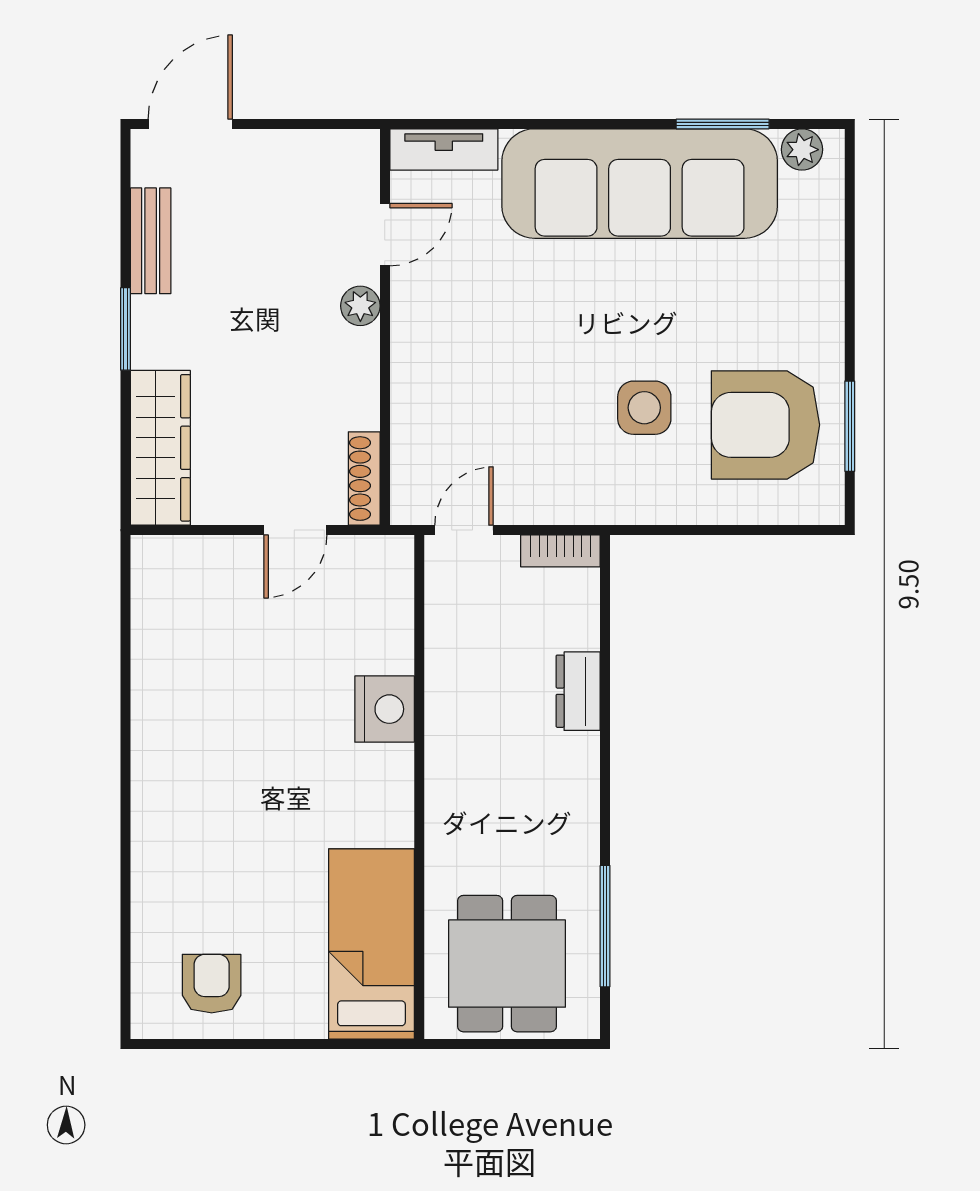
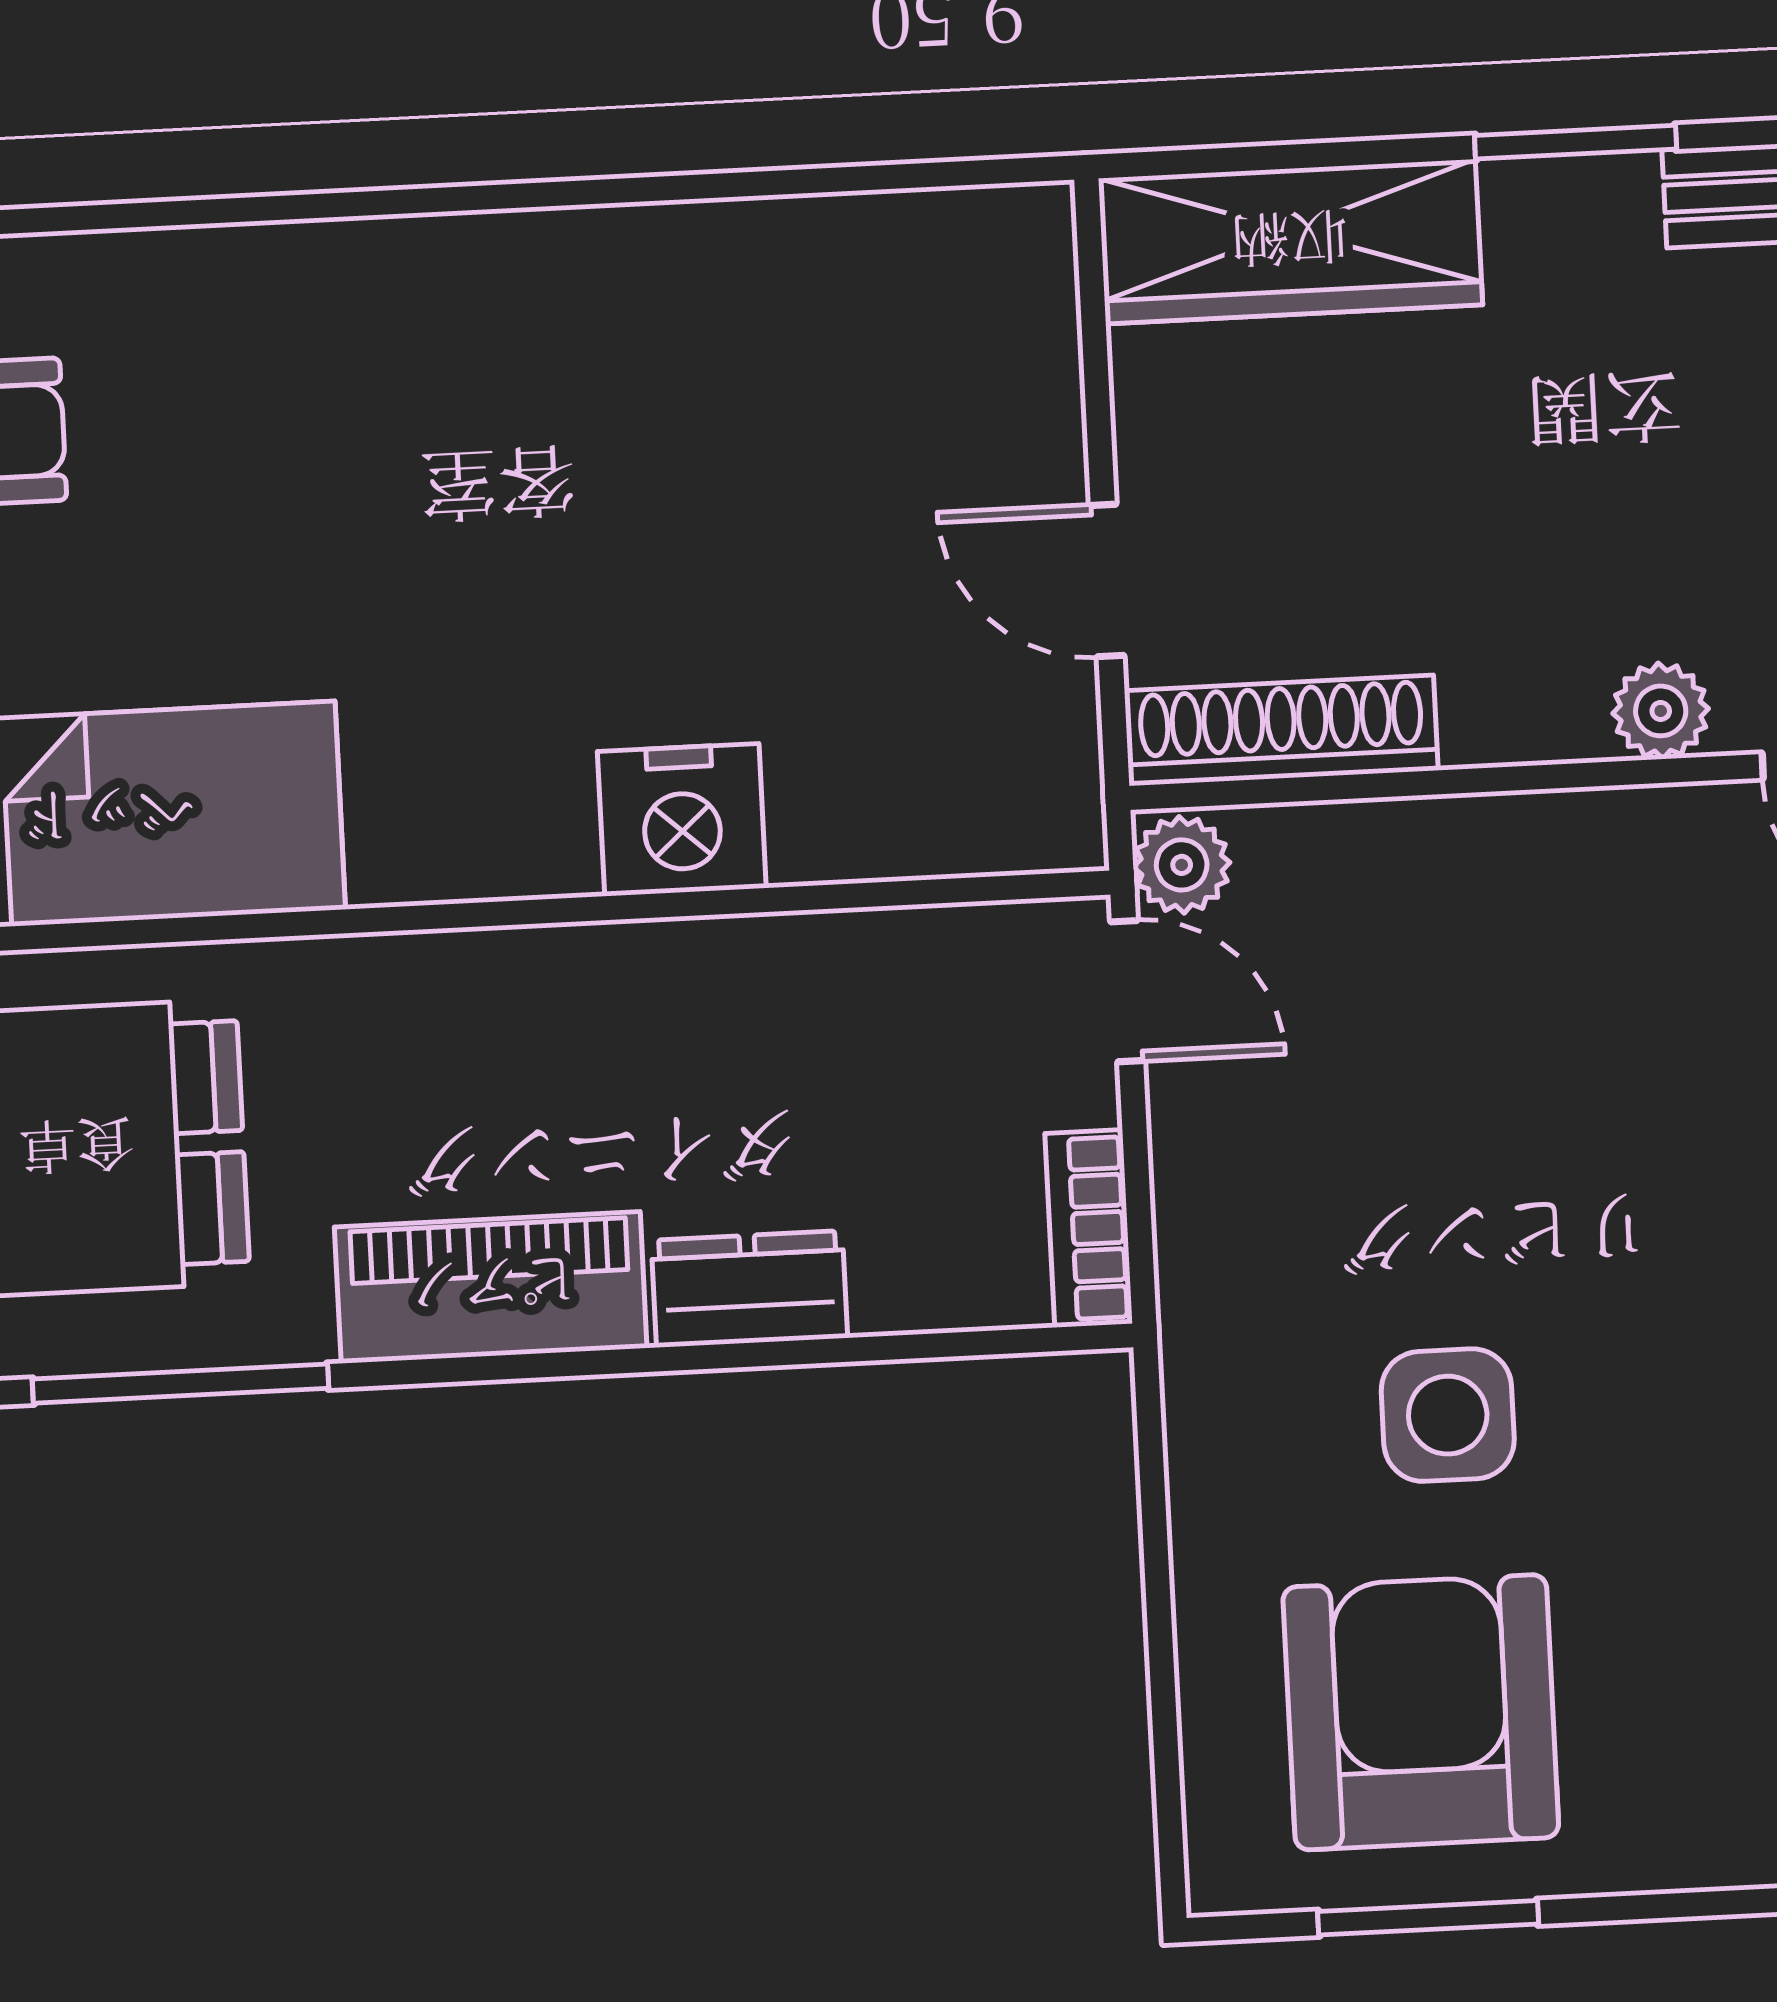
shoe rack: (364, 479) -> (1281, 730), width x1.36, depth x1.24
plant: (413, 505) -> (1182, 865), added
piano: (572, 797) -> (491, 1287), added

